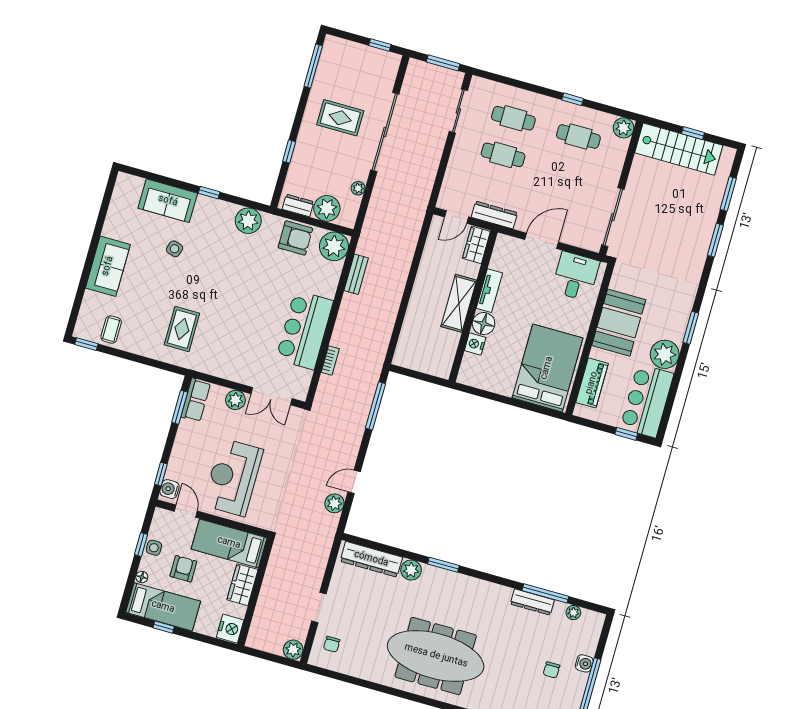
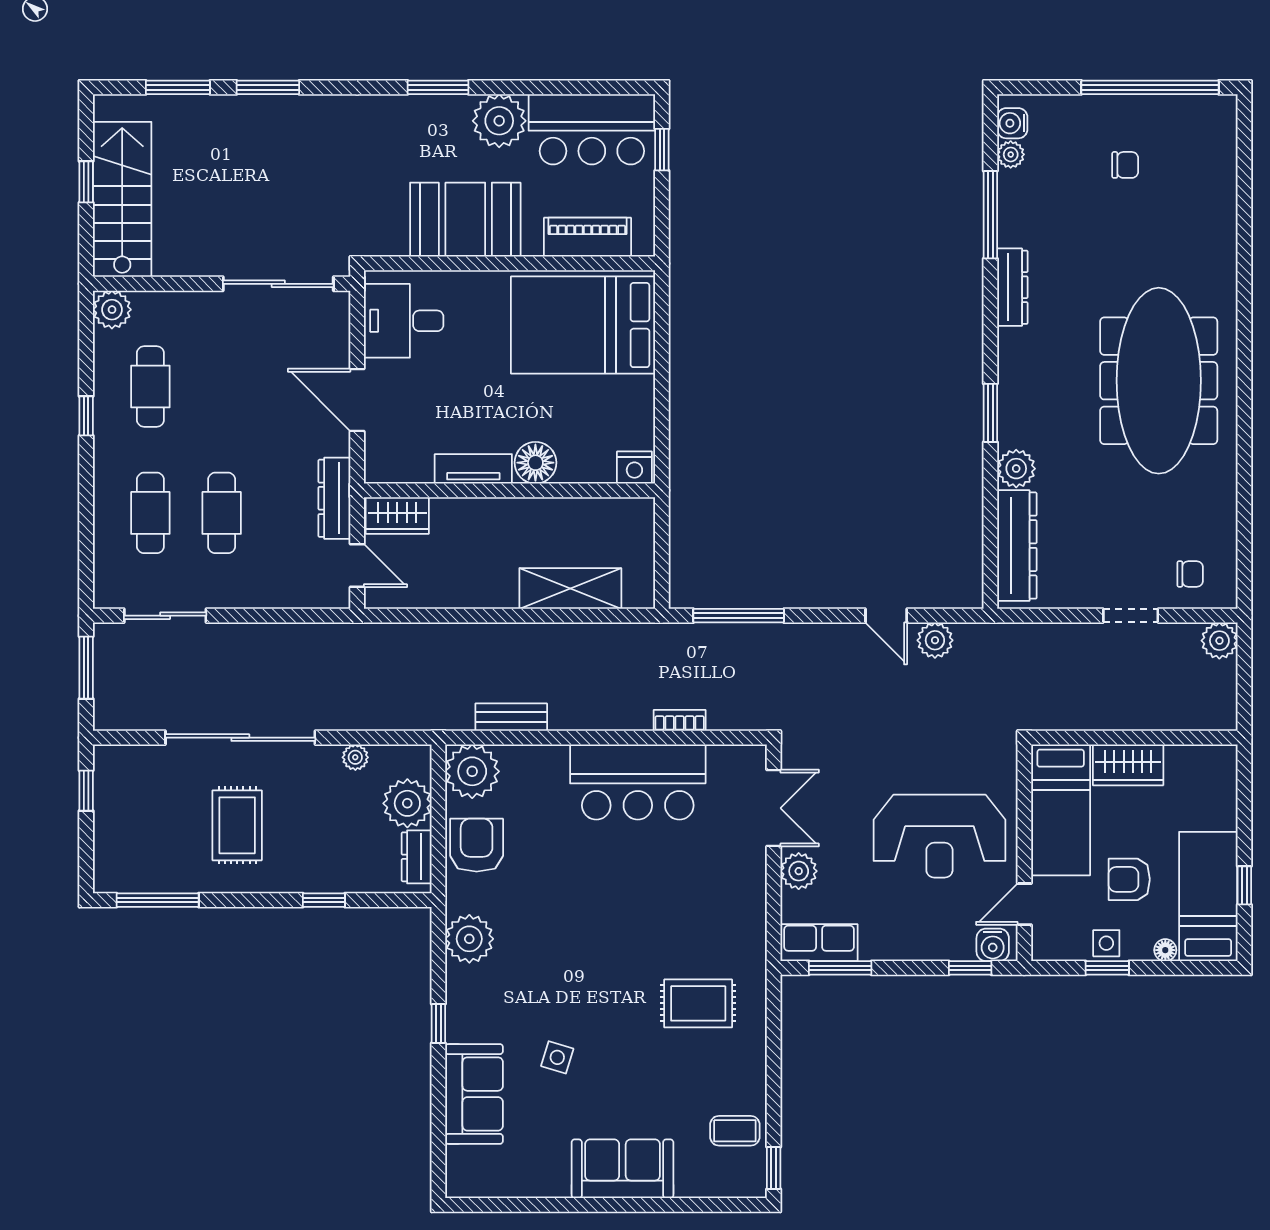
shelving: (459, 303) -> (570, 589), moved
nightstand: (475, 344) -> (634, 468), moved
dresser: (532, 602) -> (1012, 287), moved
nightstand: (230, 629) -> (1213, 765), removed
water cooler: (584, 663) -> (1012, 123), moved, turned -90

